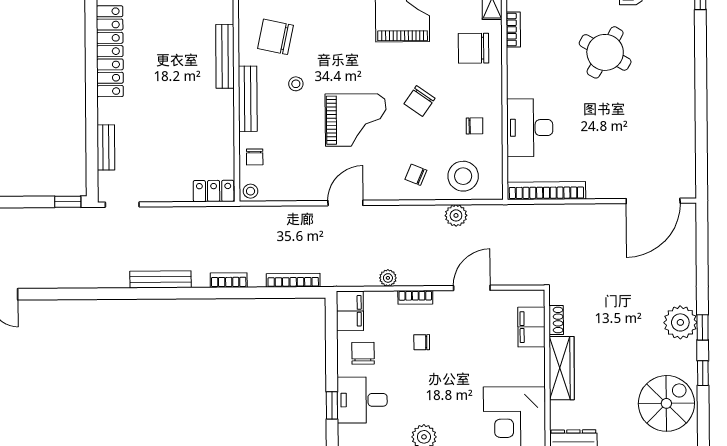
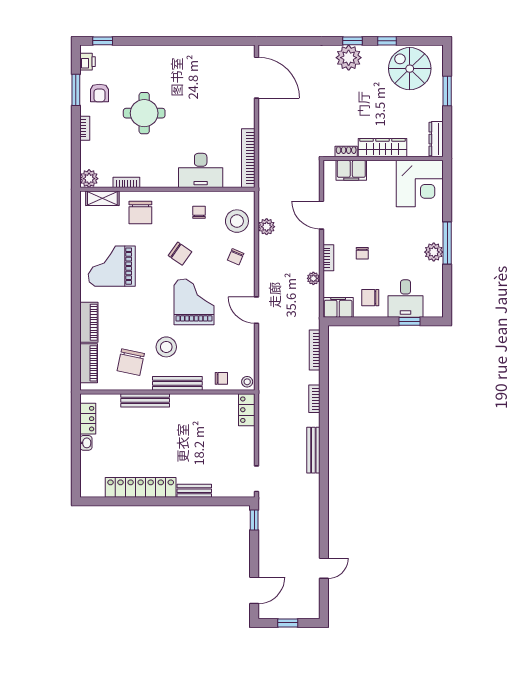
round table: (605, 52) -> (144, 113), turned -30
stool: (296, 84) -> (166, 347), width x1.89, depth x1.89
bench: (106, 147) -> (194, 491), moved

